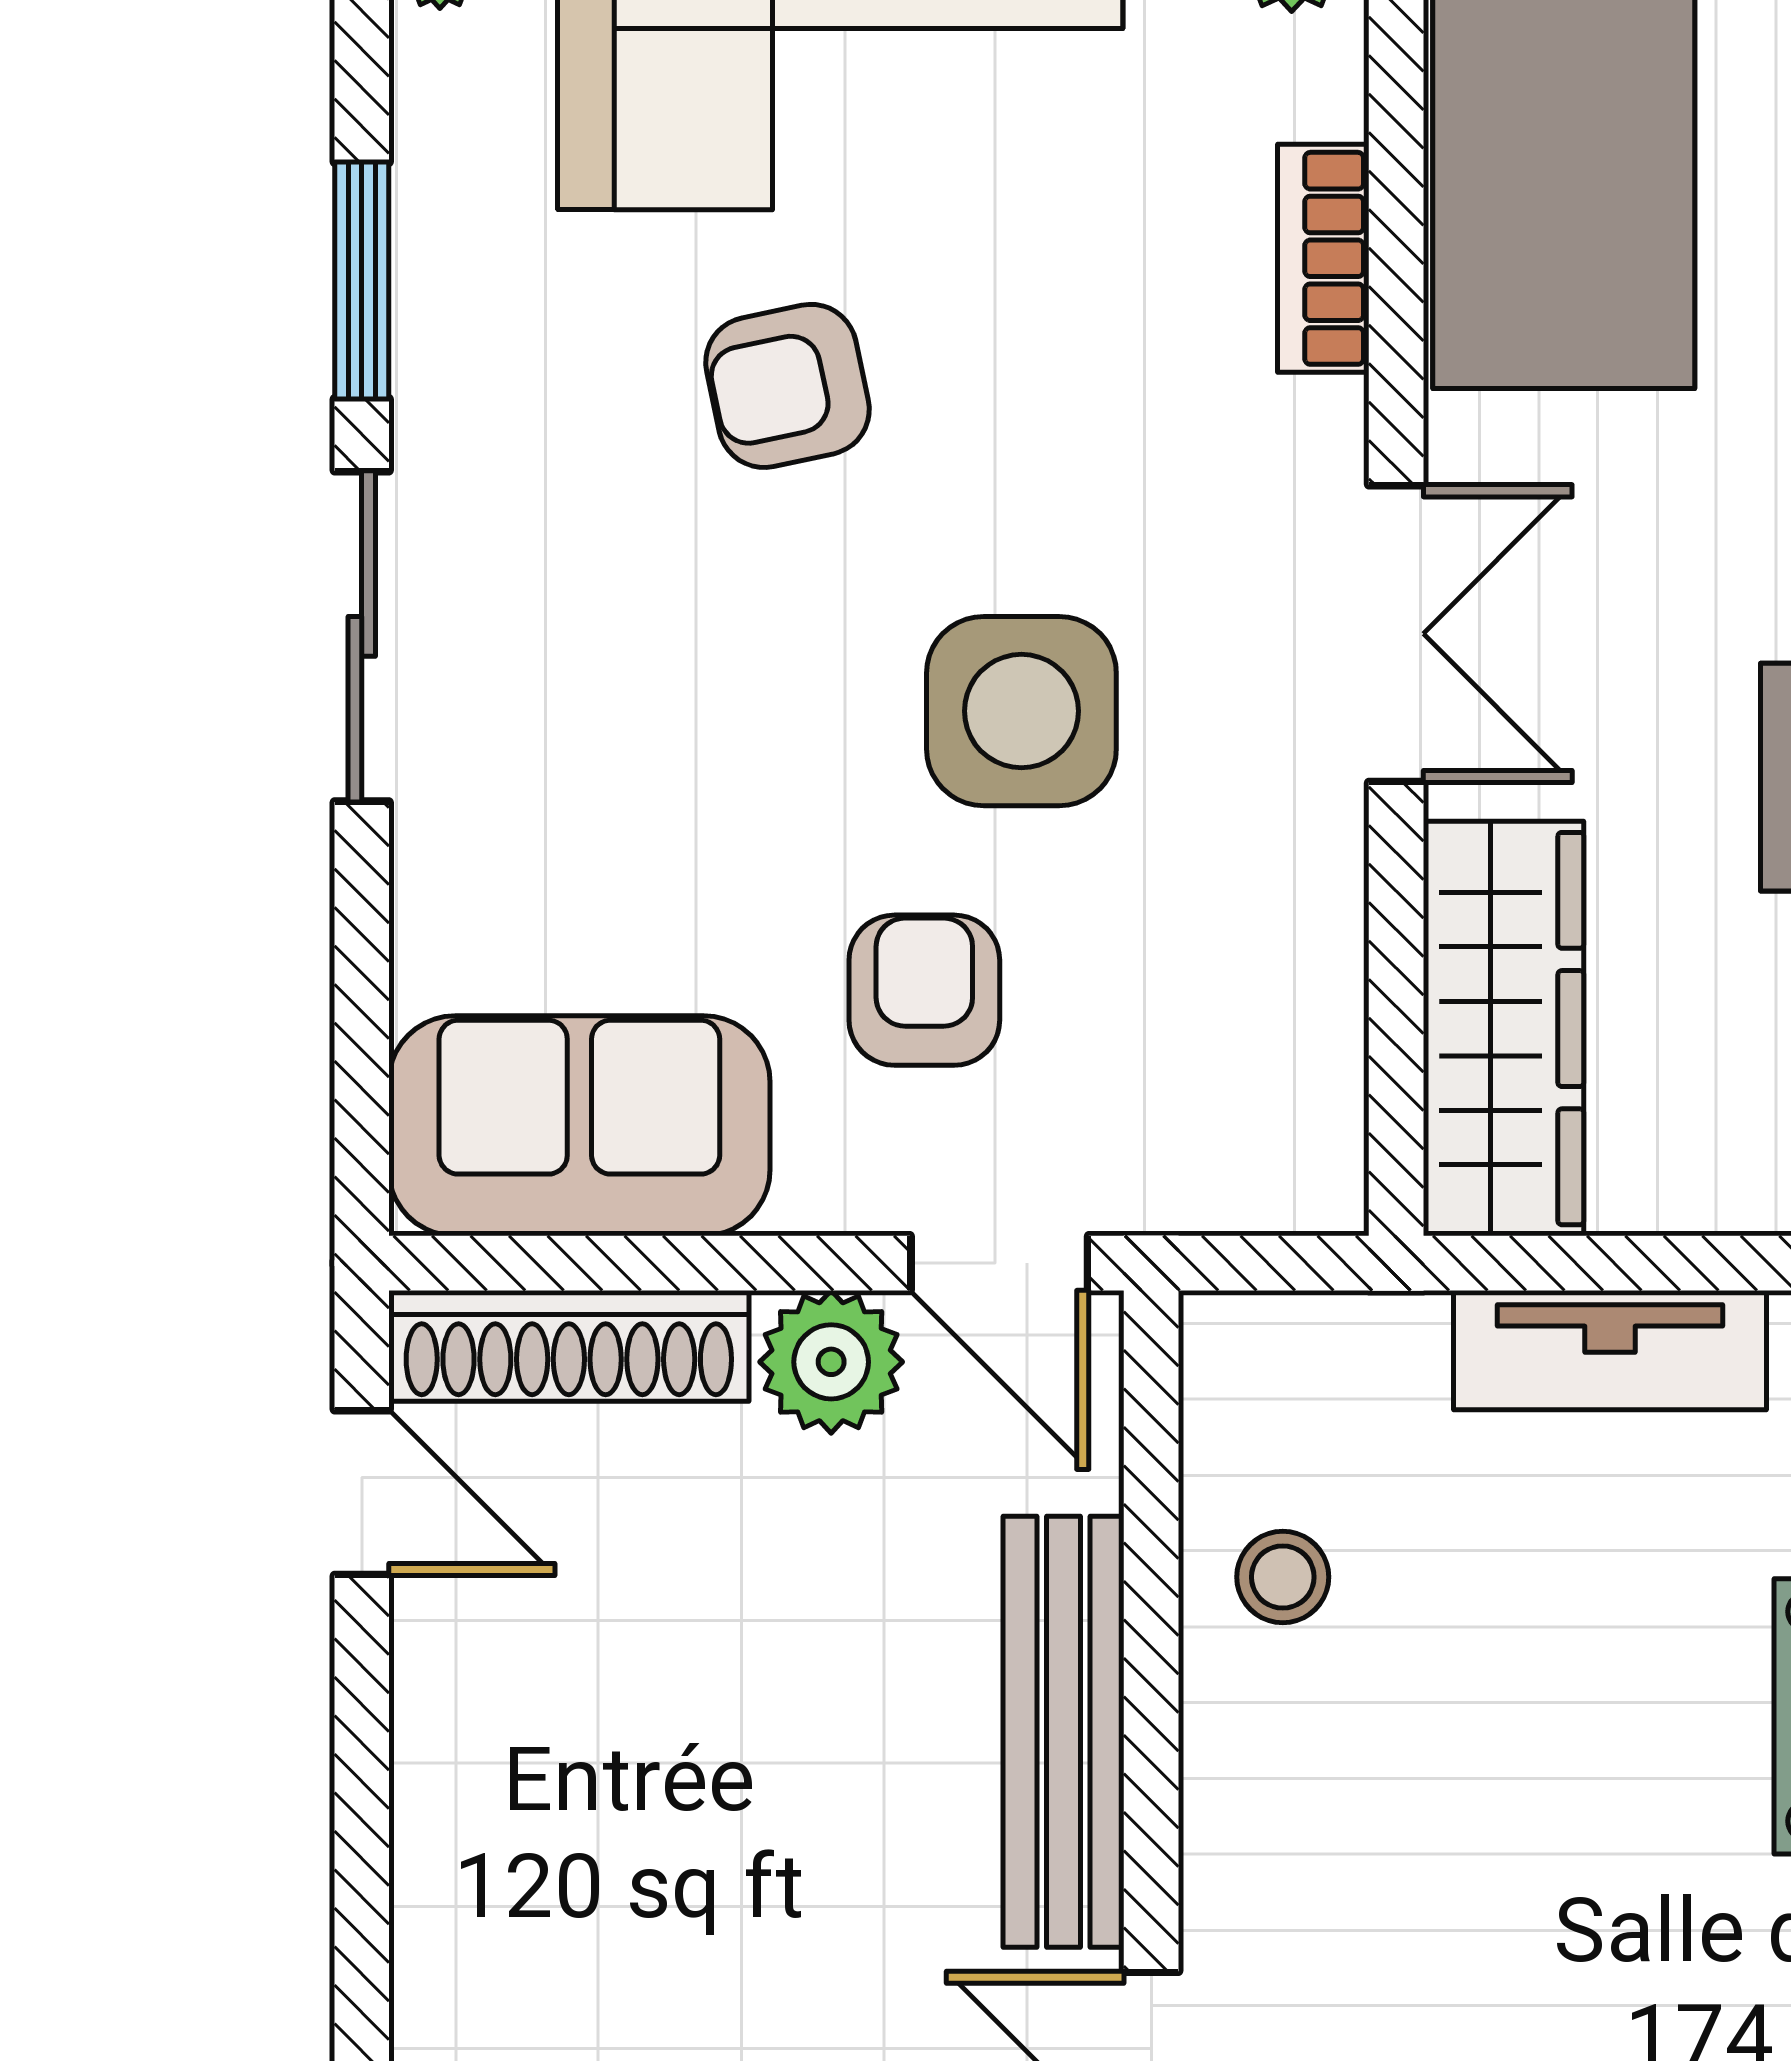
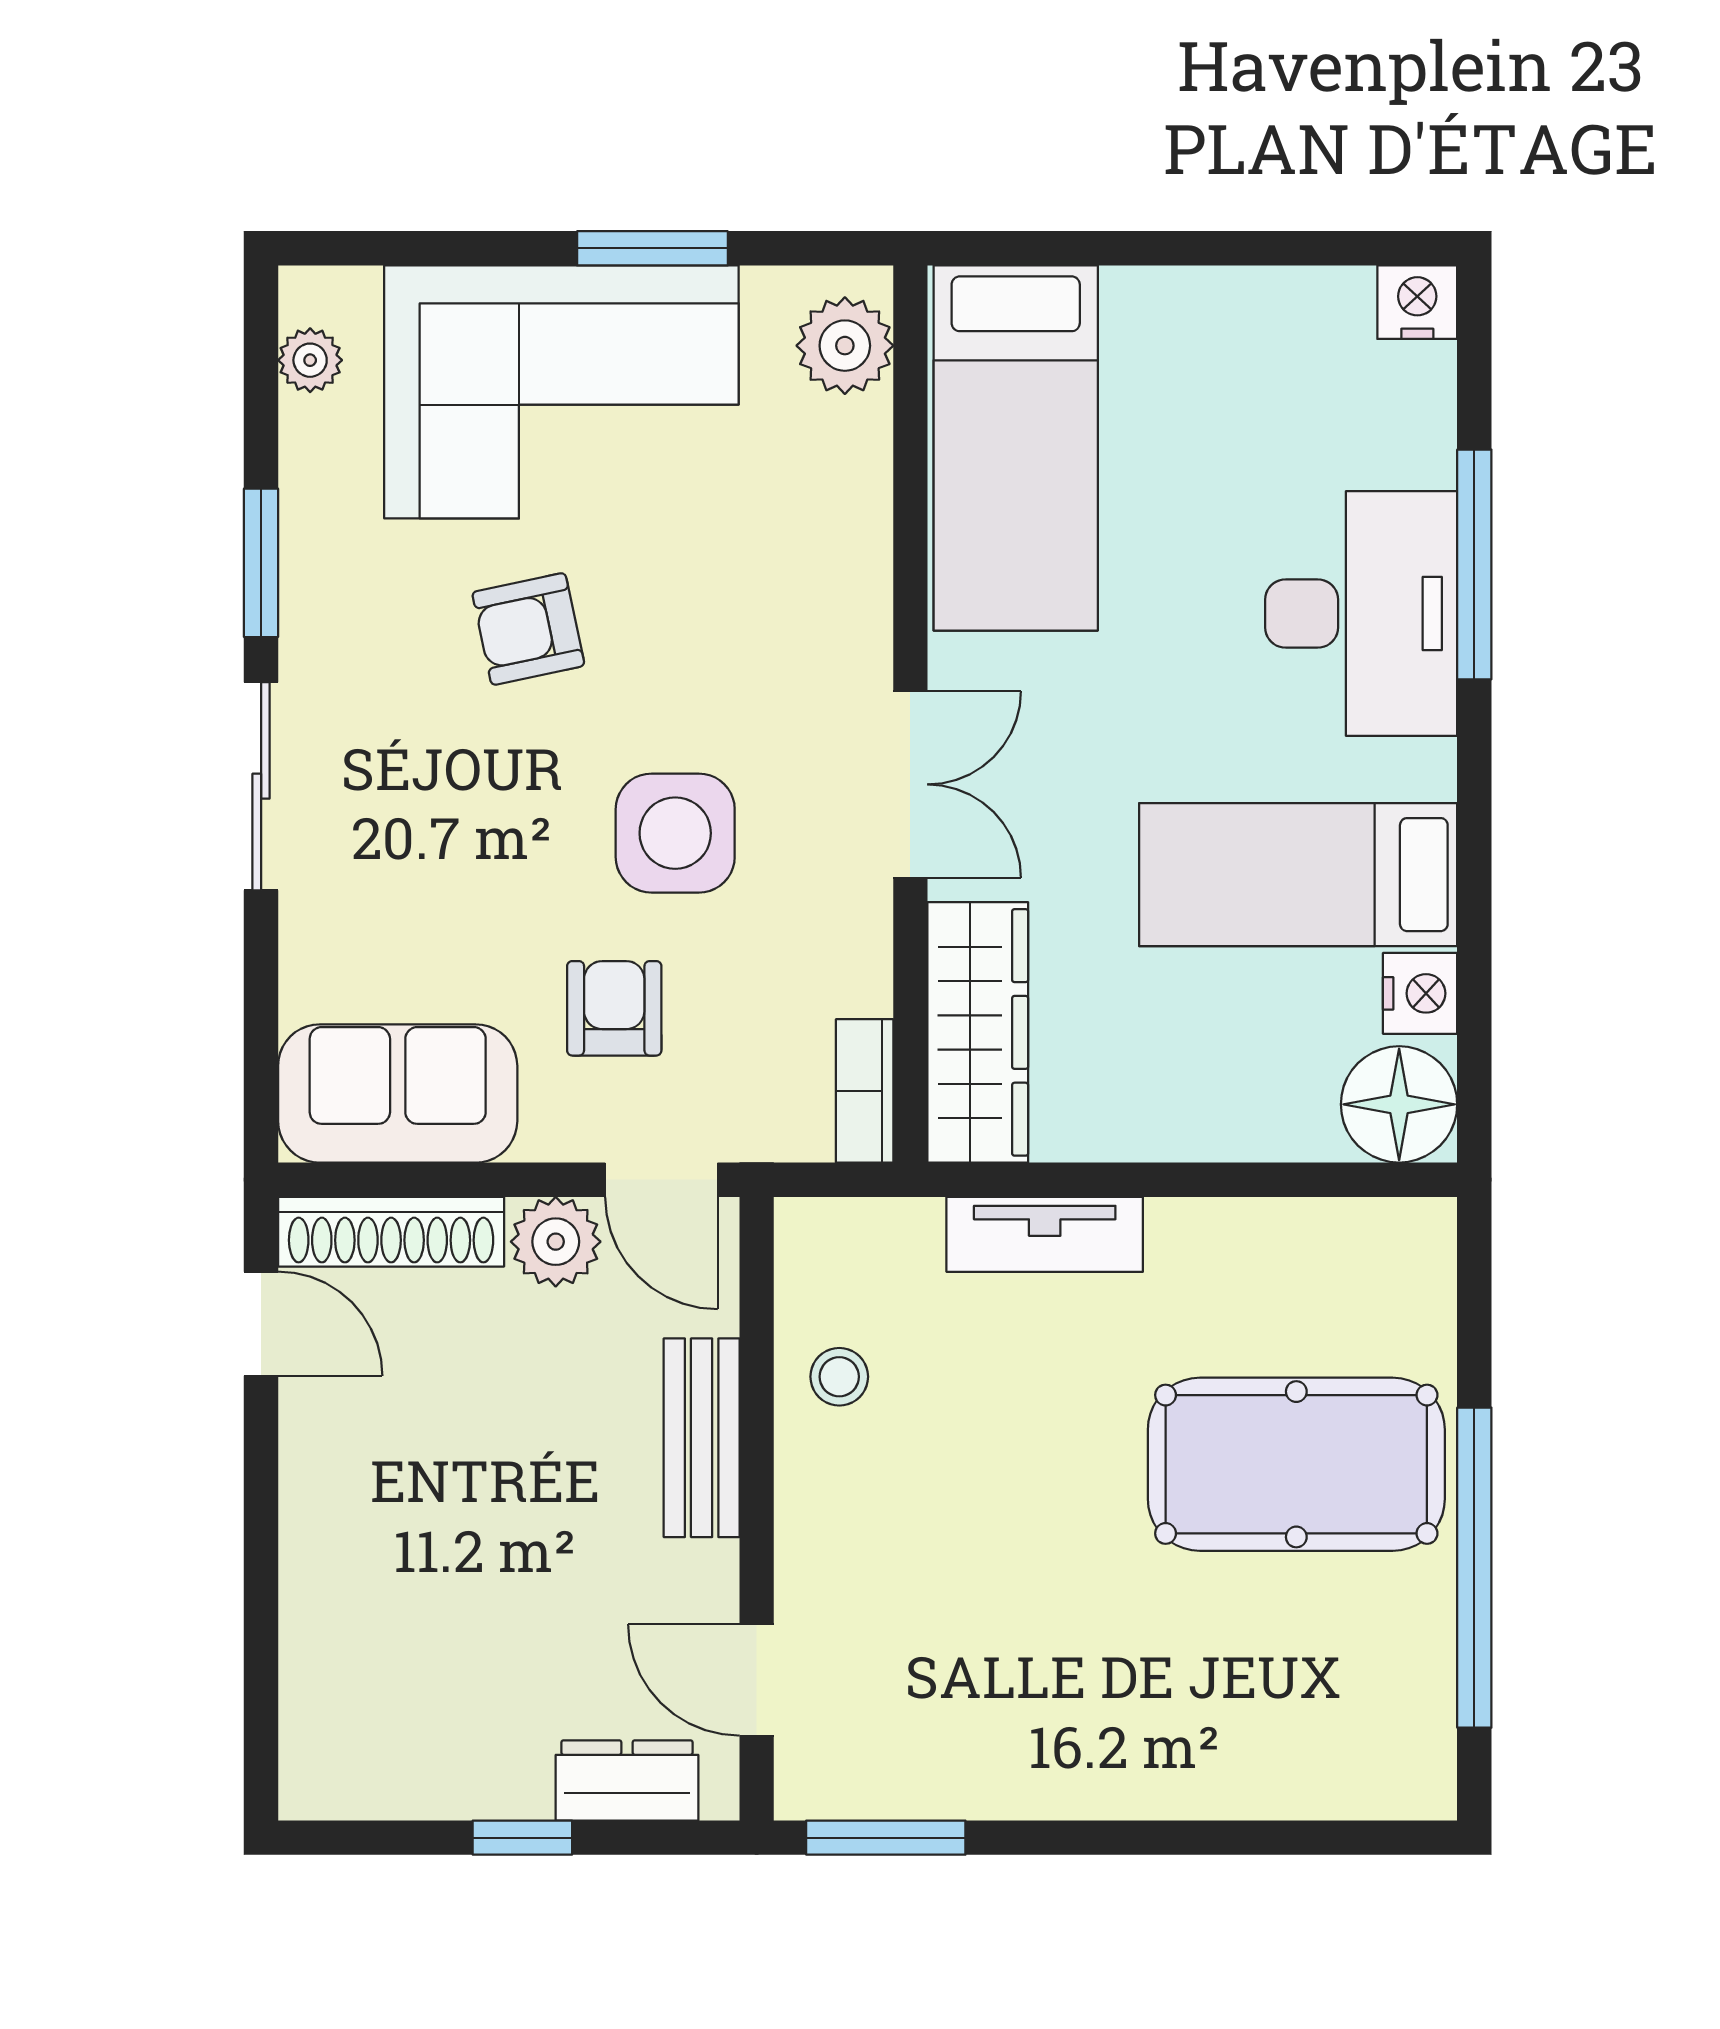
bookcase: (1323, 258) -> (865, 1091), moved
bench: (1063, 1732) -> (702, 1438), width x0.73

